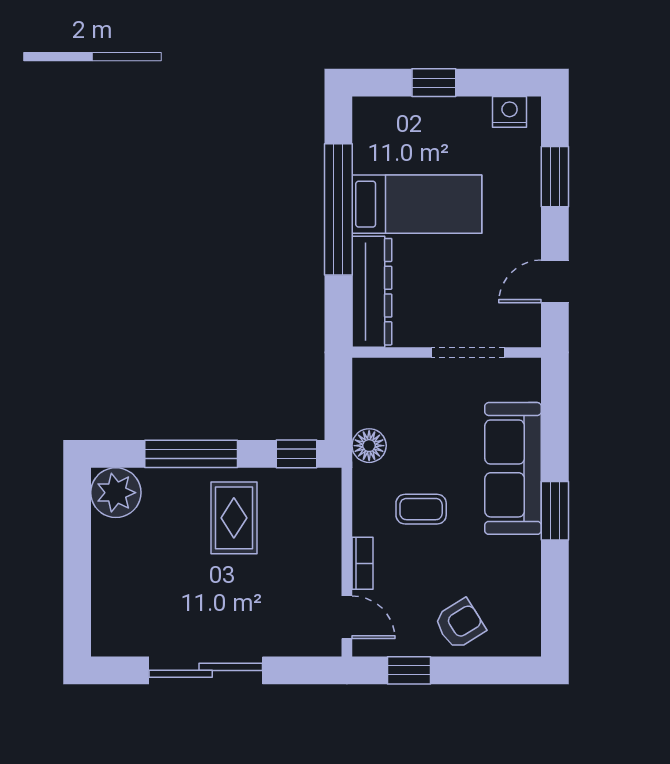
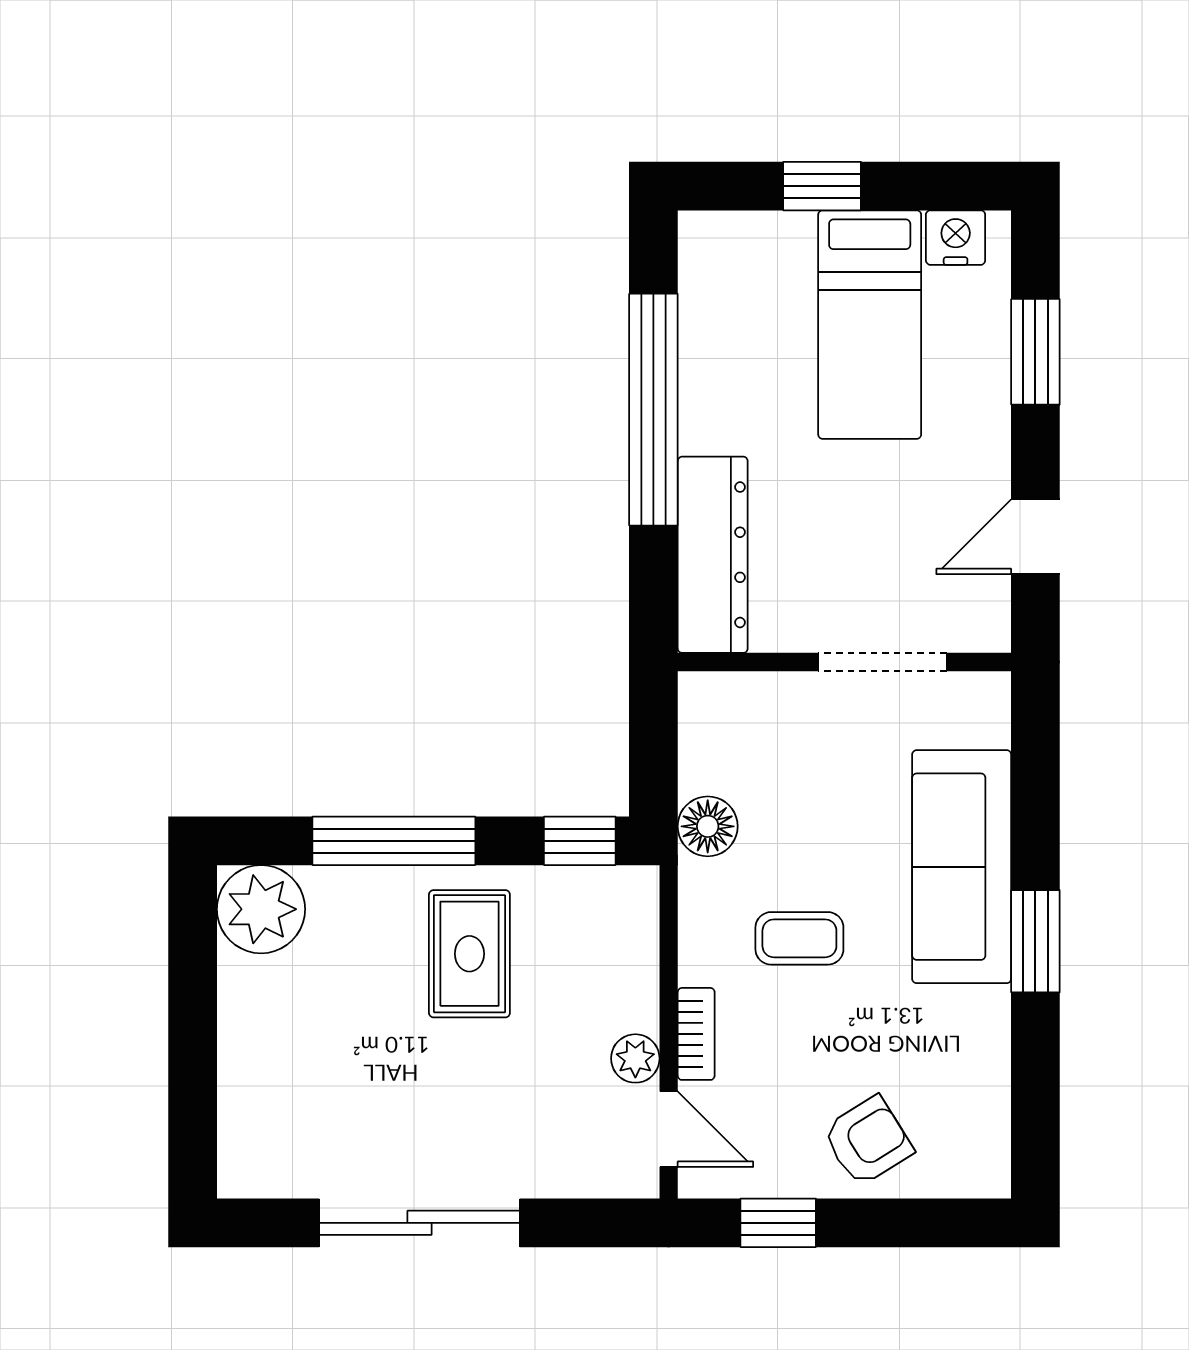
bed: (417, 204) -> (870, 325), moved, turned 90
plant: (328, 577) -> (635, 1058), added

